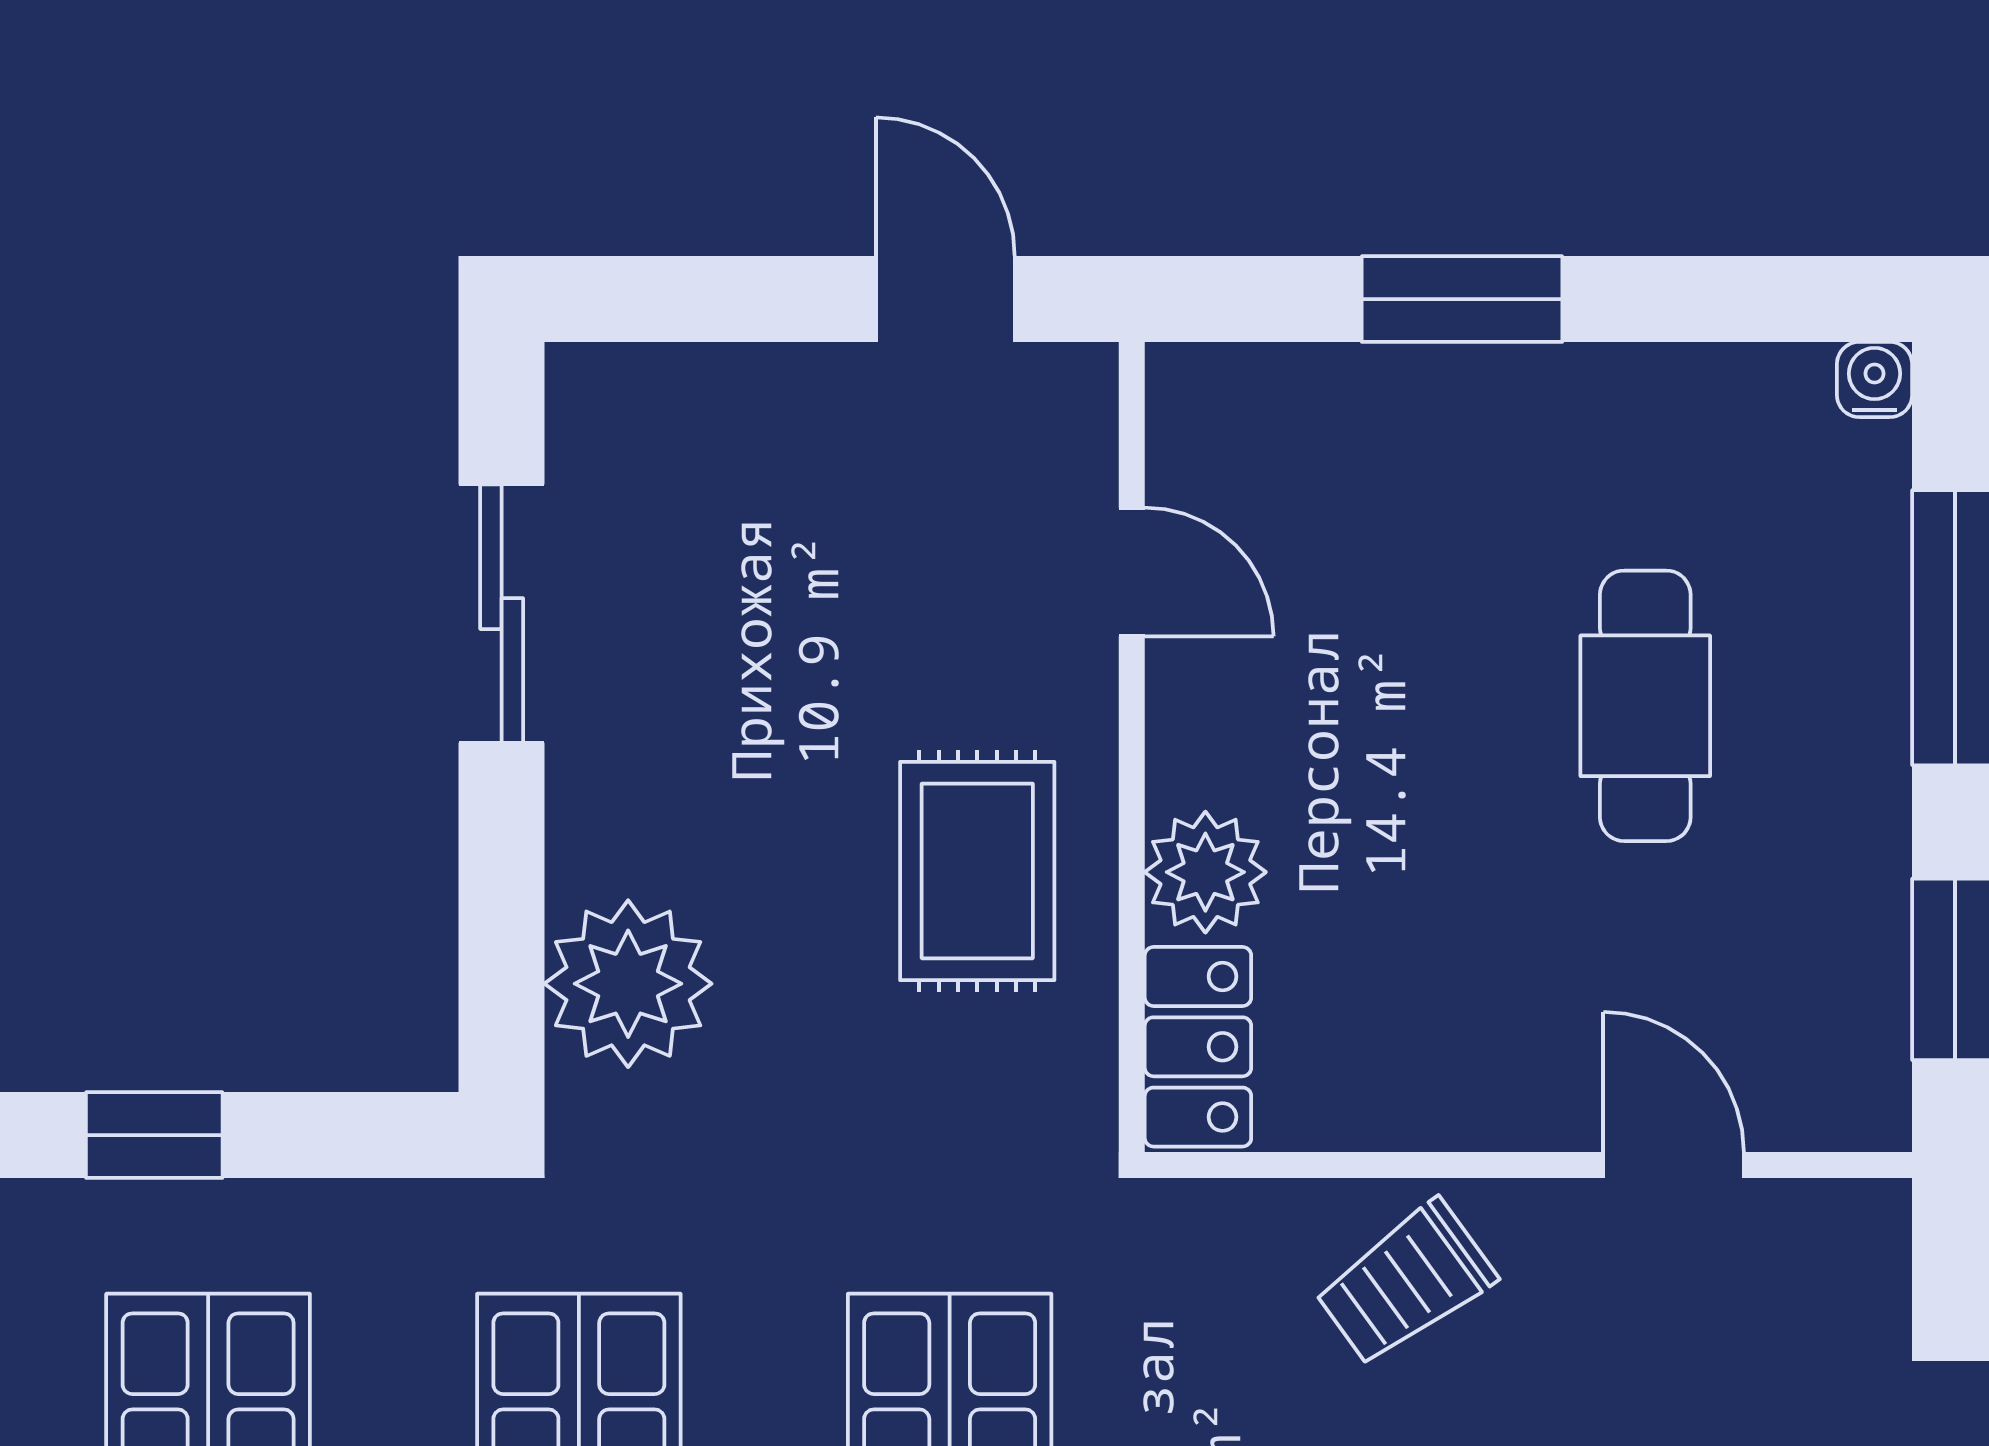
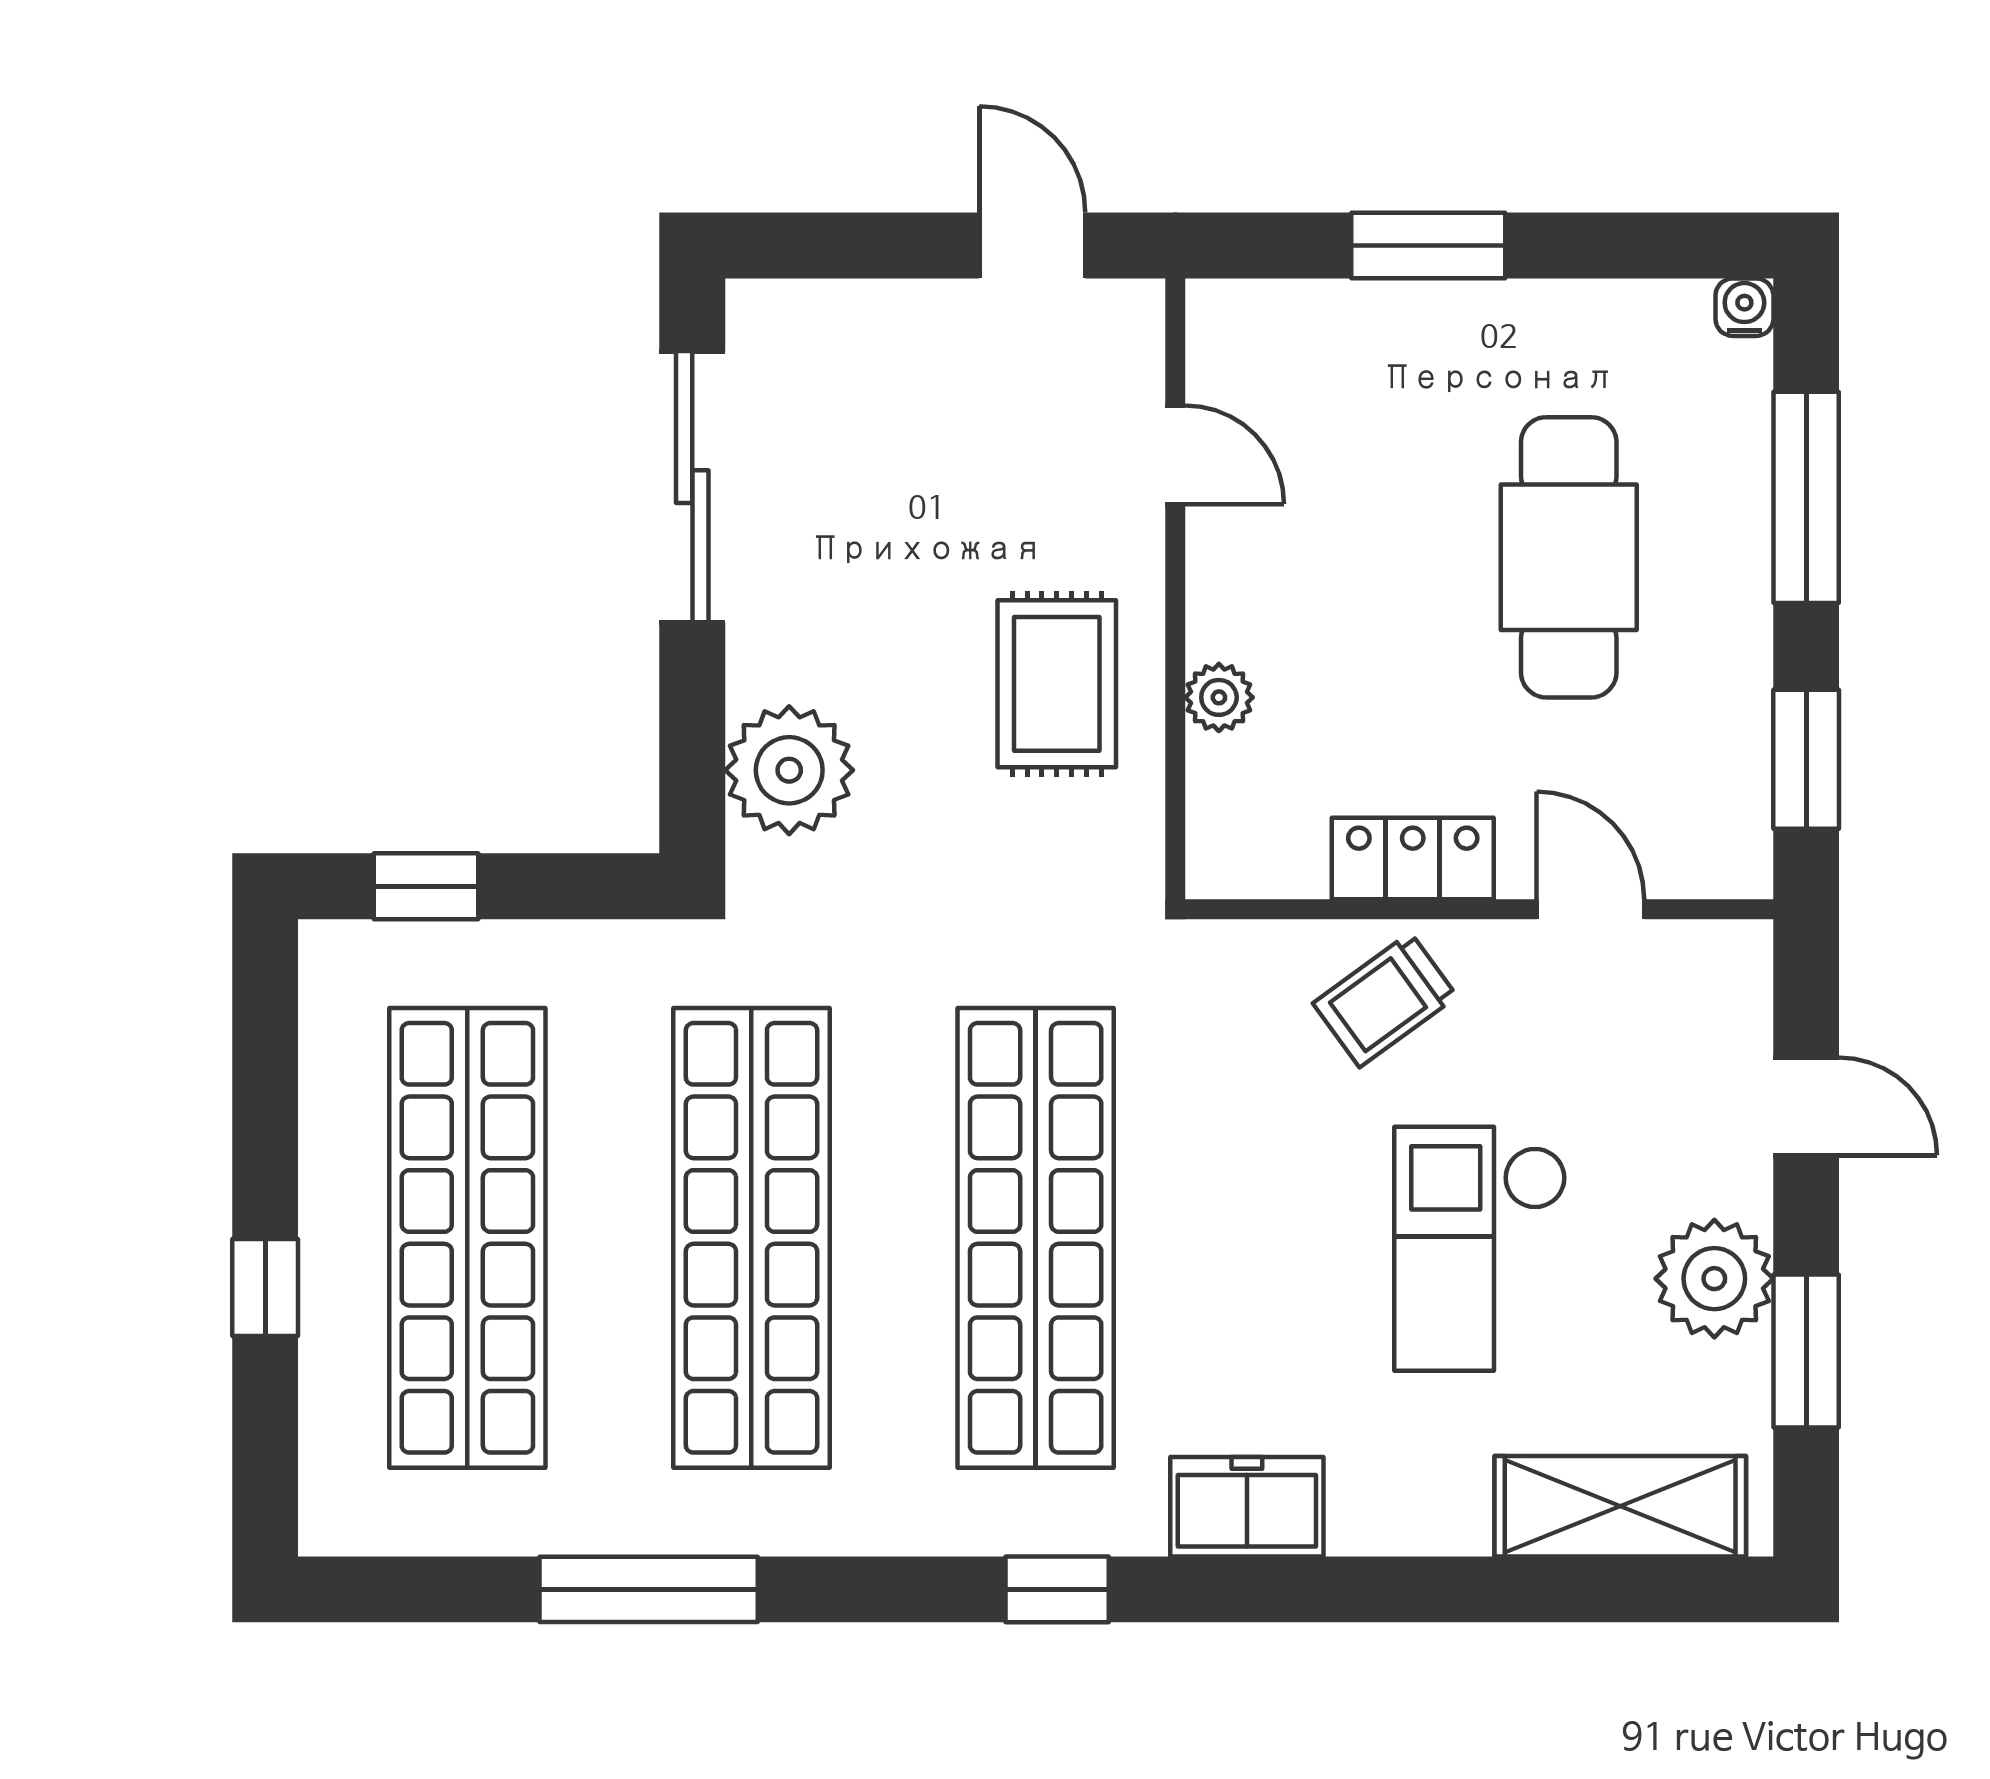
sliding door: (502, 614) -> (692, 487), width x1.37
cafe table: (1645, 706) -> (1569, 557), width x1.37, depth x1.35
plant: (1205, 872) -> (1219, 697), width x0.73, depth x0.73
locker: (1198, 1047) -> (1413, 859), moved, turned -90

